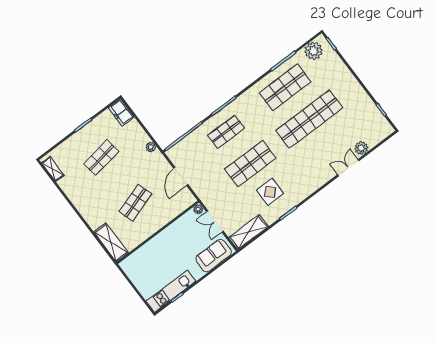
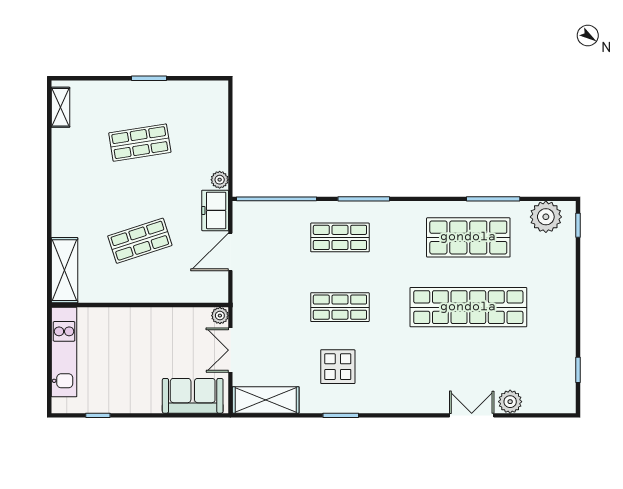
freezer: (121, 112) -> (215, 210), moved
shop shelf: (250, 164) -> (340, 307), width x0.70, depth x0.74
kitchen unit: (171, 291) -> (64, 352), moved, turned 90

